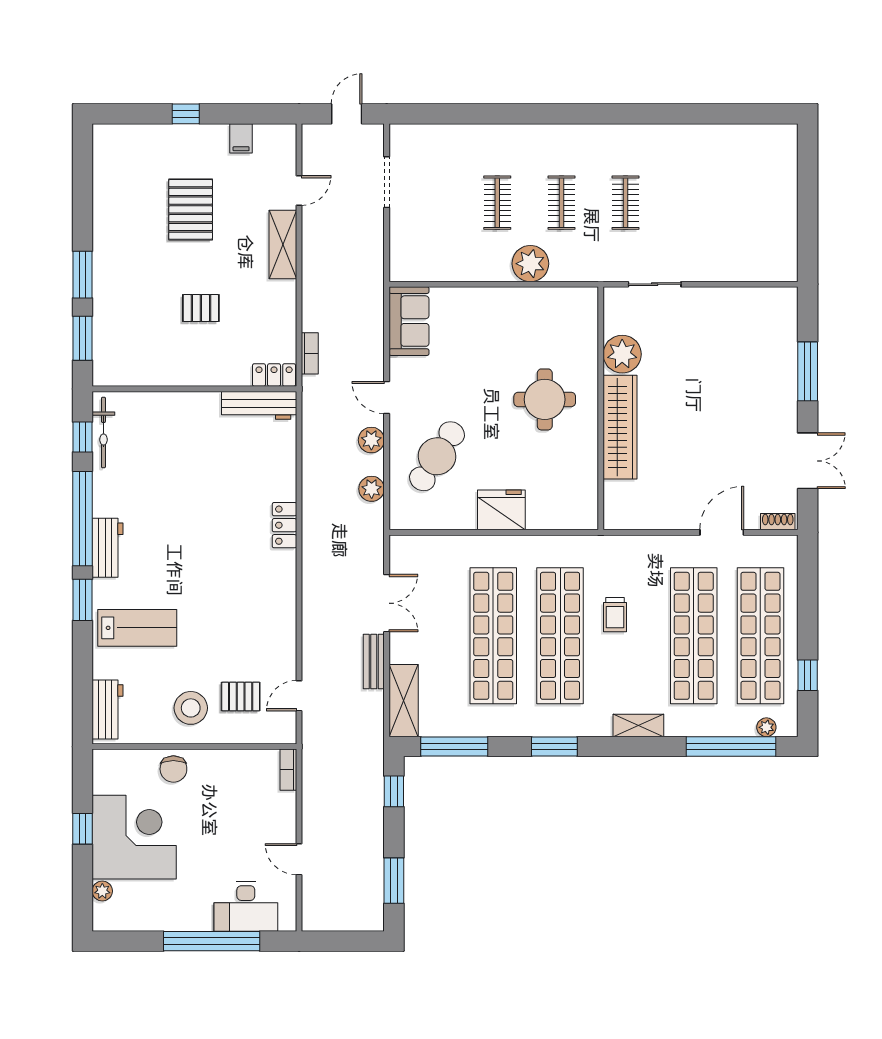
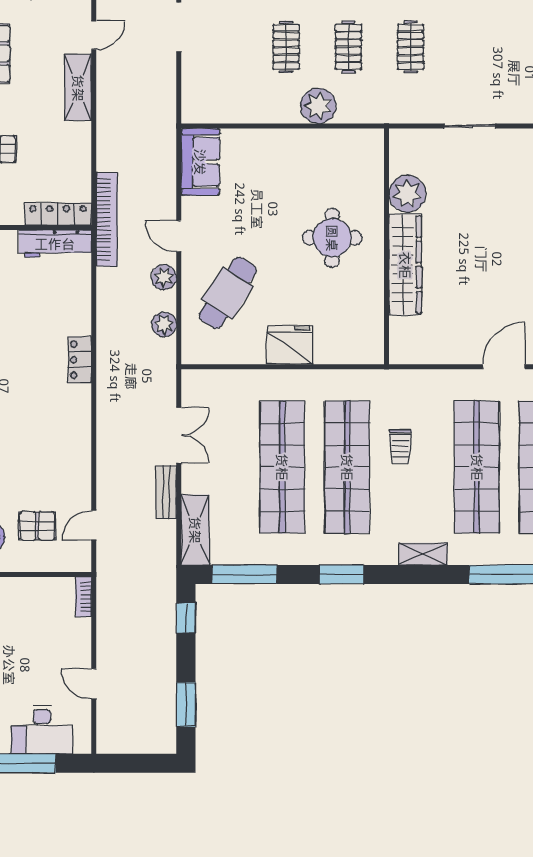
sliding door: (655, 284) -> (470, 126), moved
bookcase: (310, 353) -> (107, 219), width x2.31, depth x1.31
locker: (274, 375) -> (58, 214), width x1.53

